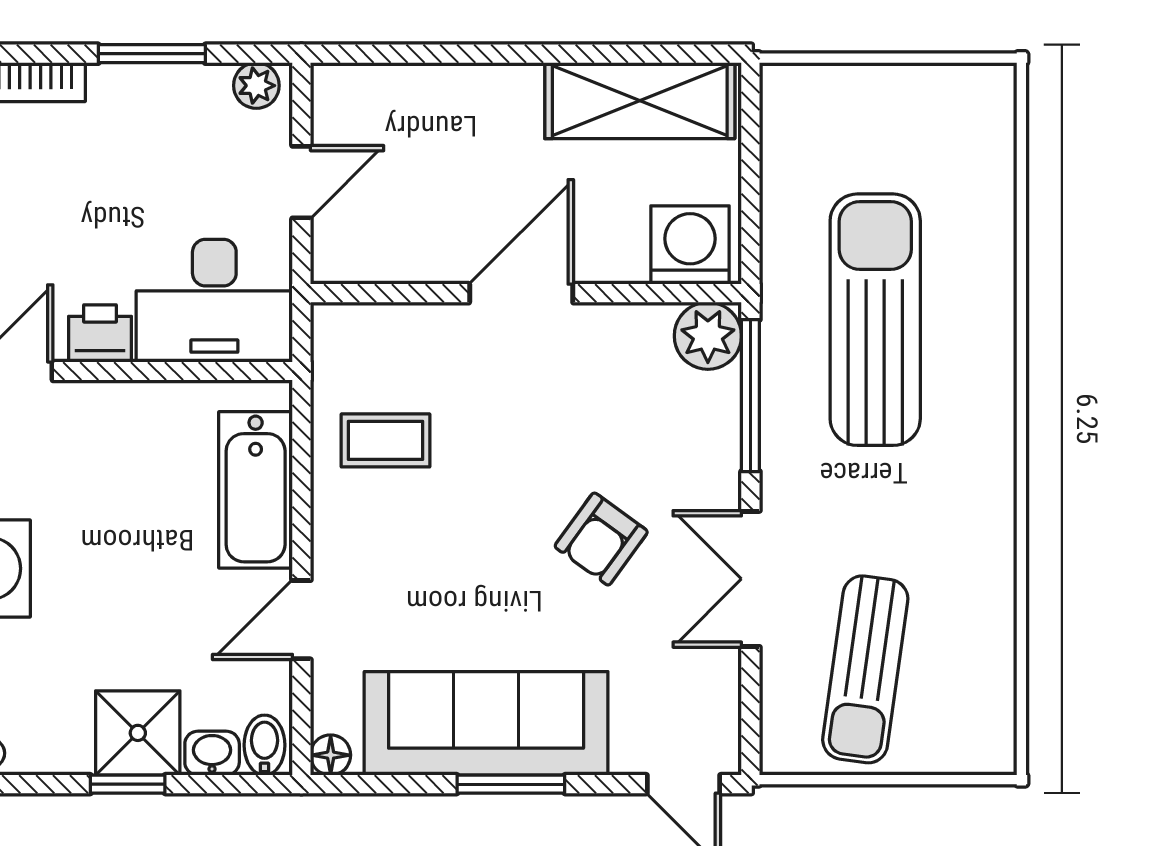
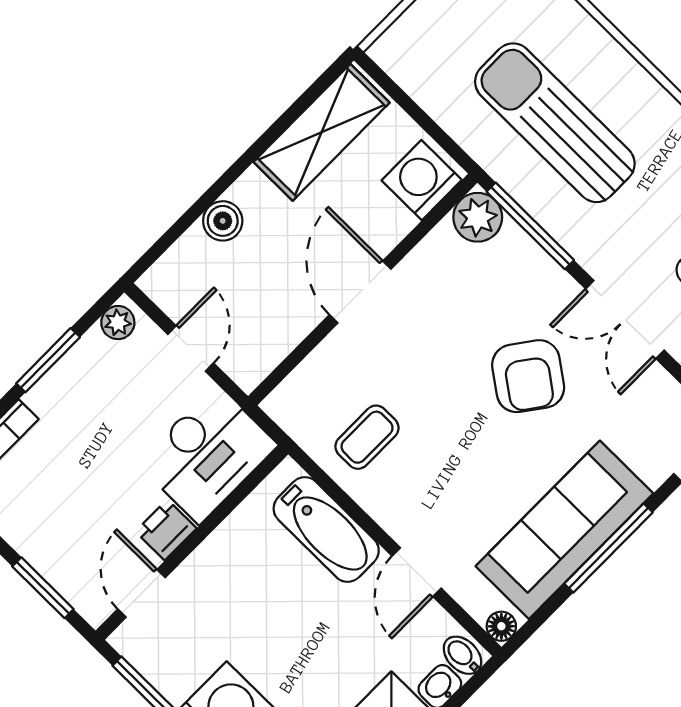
boiler: (457, 90) -> (223, 221), added
armchair: (601, 539) -> (528, 376), width x1.38, depth x1.38
window: (511, 784) -> (609, 548), width x1.44

